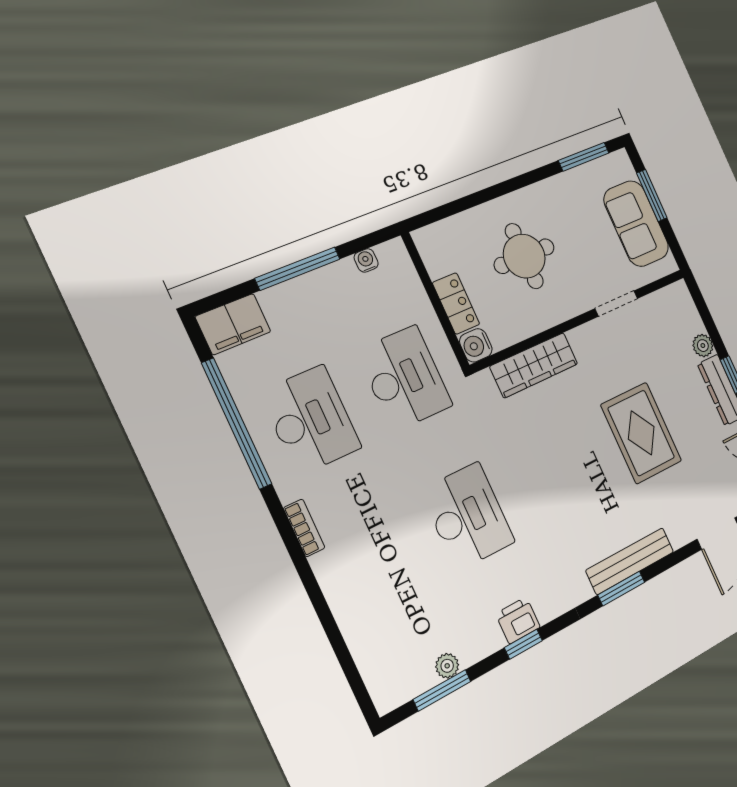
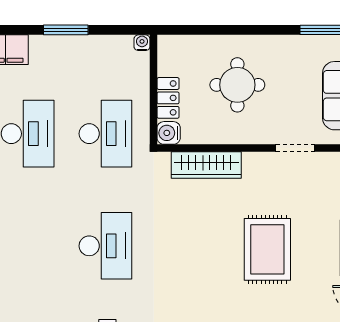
water cooler: (366, 260) -> (142, 43), moved
window: (298, 269) -> (66, 30), width x0.69

